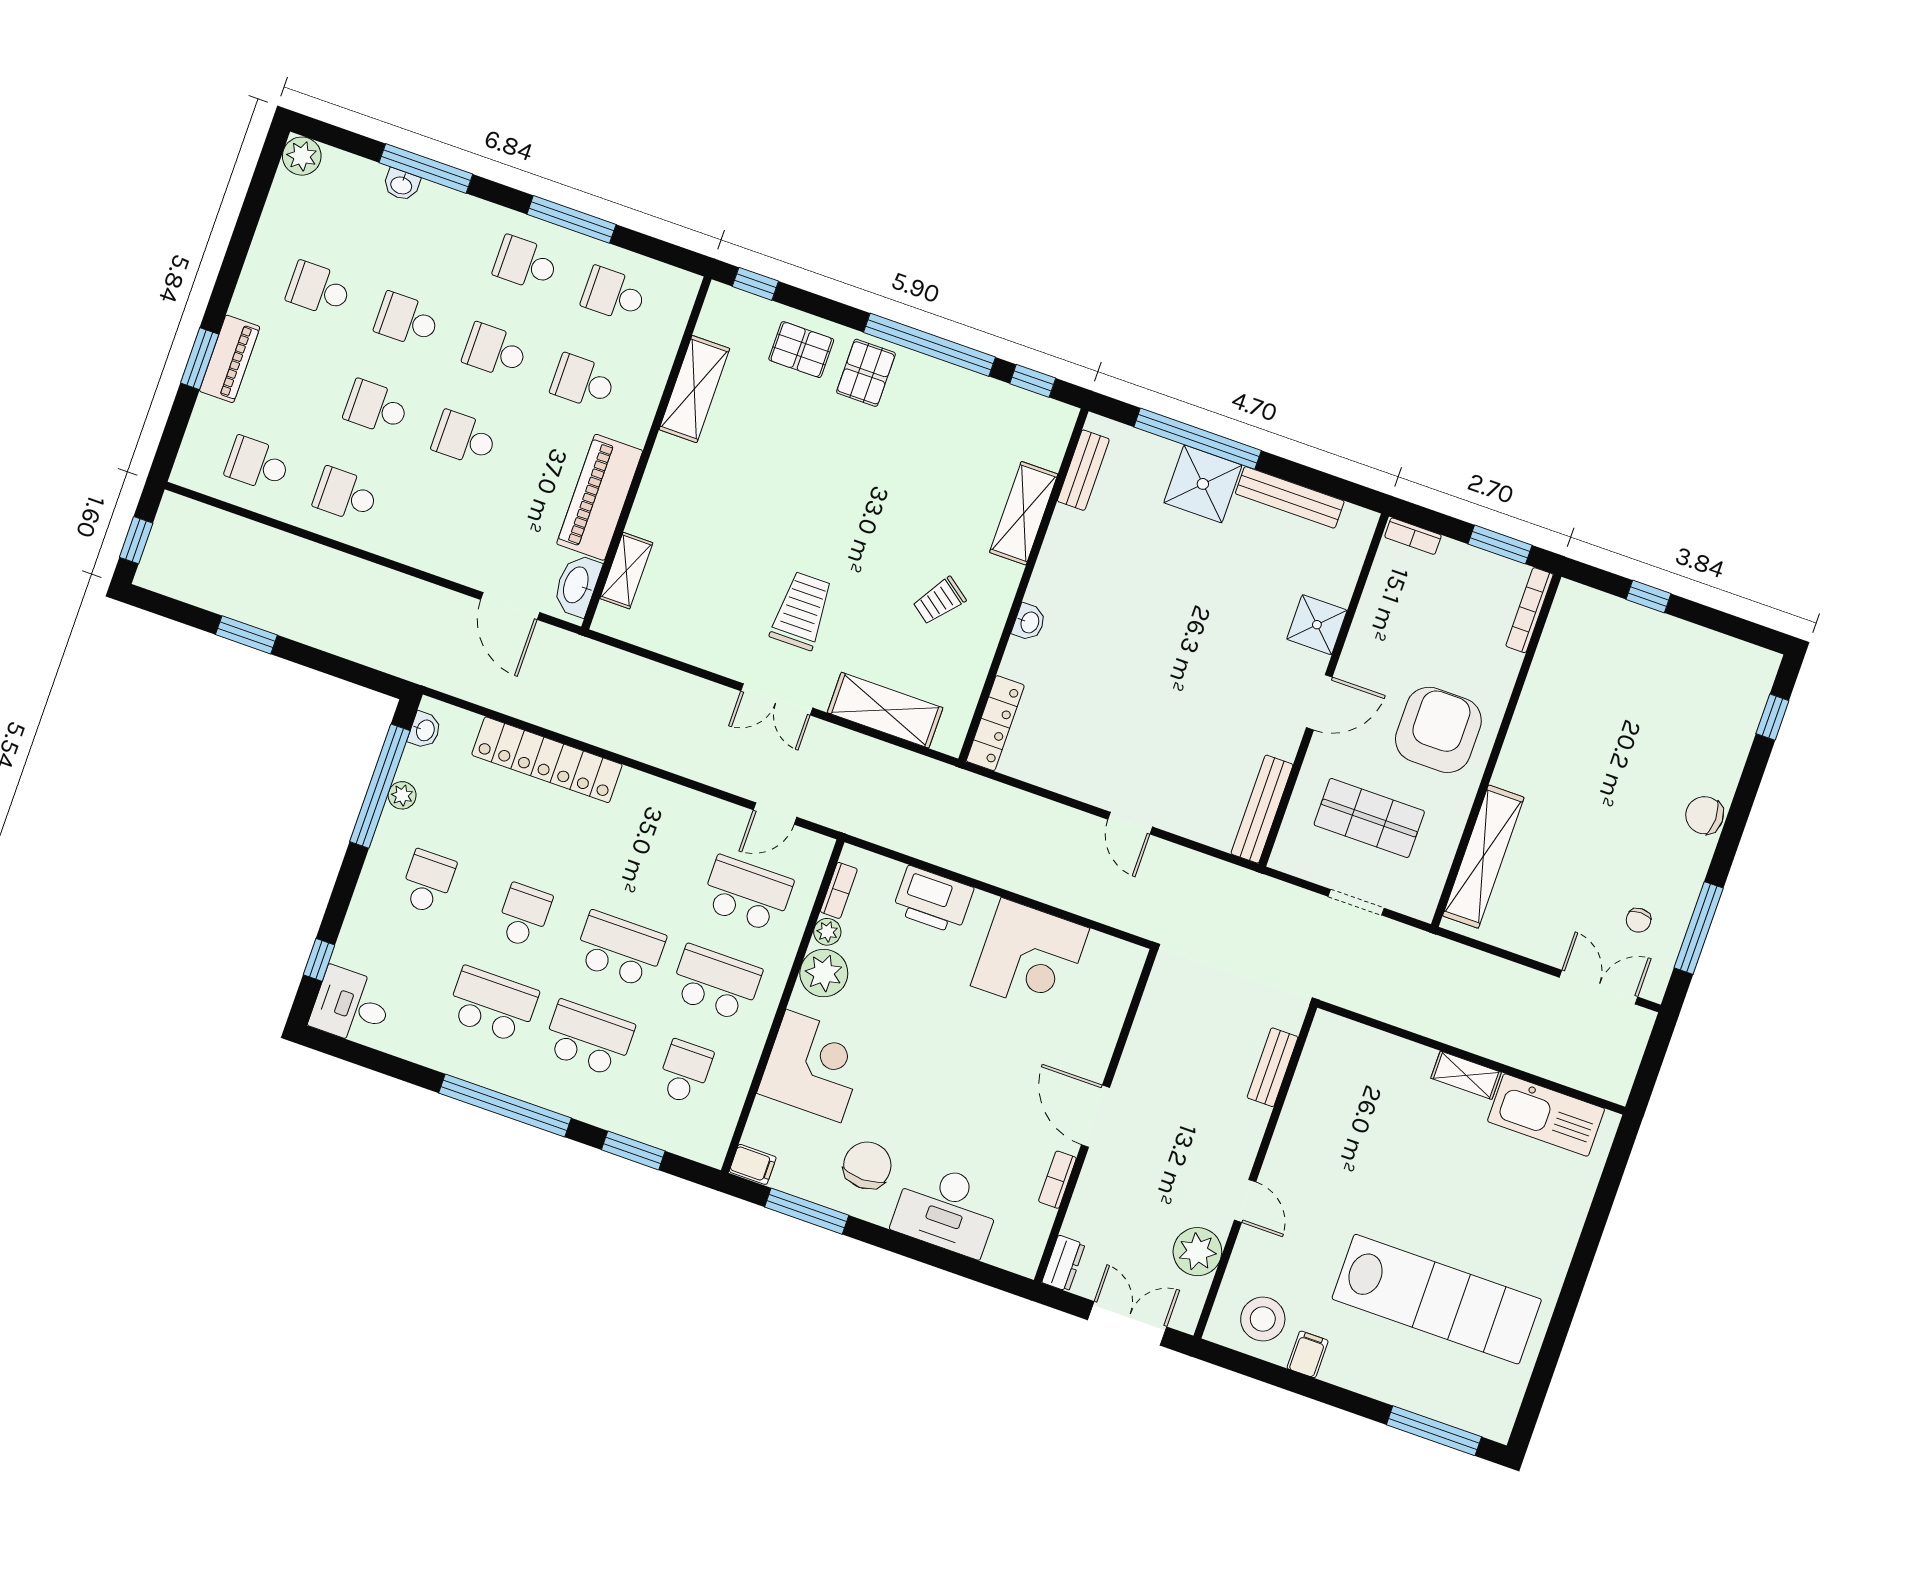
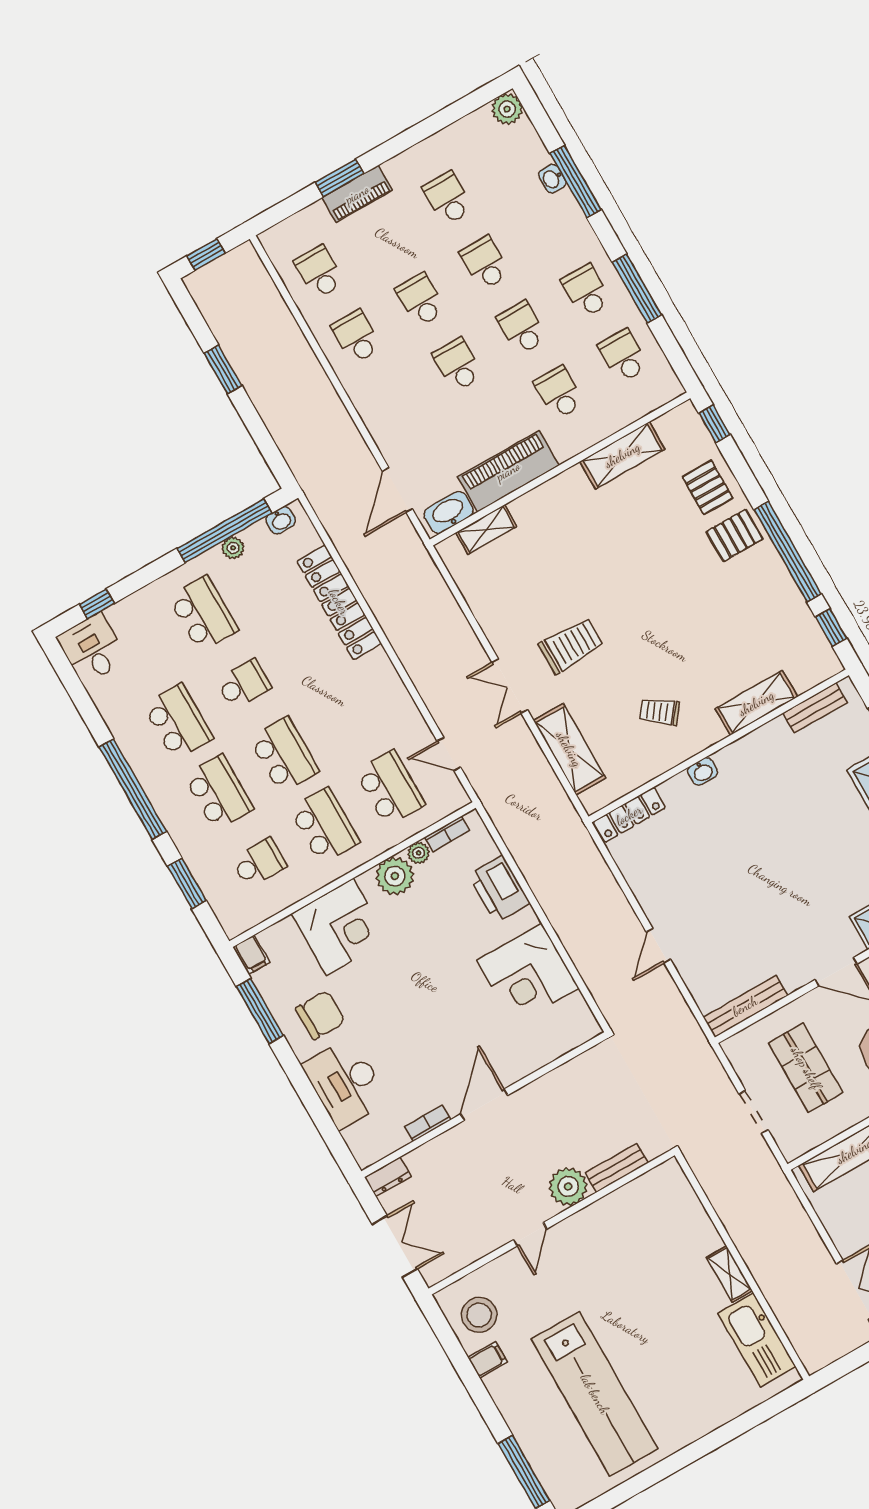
school desk: (428, 882) -> (203, 614), width x1.85
plant: (1197, 1252) -> (568, 1187), moved

